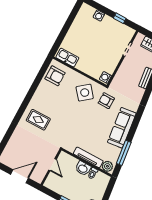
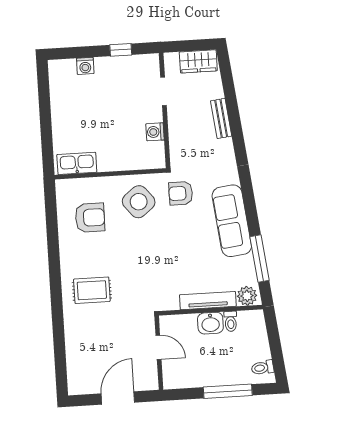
armchair: (55, 76) -> (90, 218), moved
washing machine: (105, 77) -> (155, 132), moved

